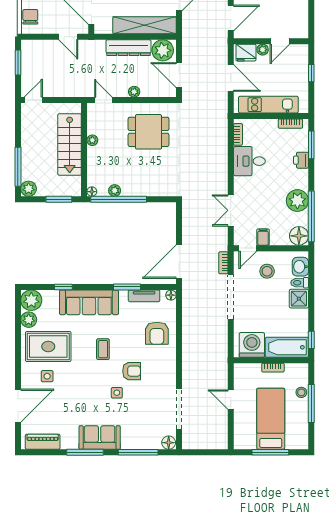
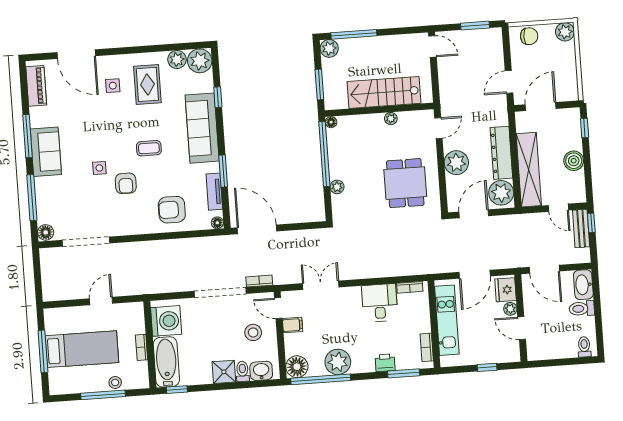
plant: (134, 92) -> (456, 163), width x1.88, depth x1.88
plant: (115, 190) -> (337, 187), moved
rug: (48, 346) -> (147, 84), width x0.73, depth x0.70

